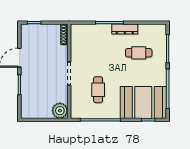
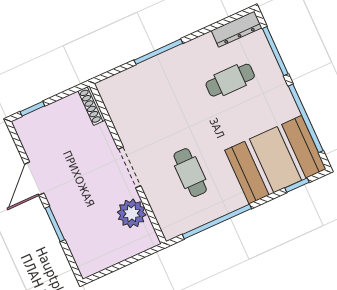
dresser: (125, 29) -> (237, 29), moved
plant: (60, 111) -> (132, 213), moved

